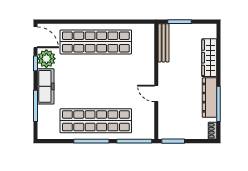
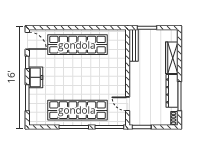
plant: (46, 59) -> (36, 58), removed
freezer: (46, 86) -> (36, 77), width x0.71
door: (156, 93) -> (128, 104), moved

